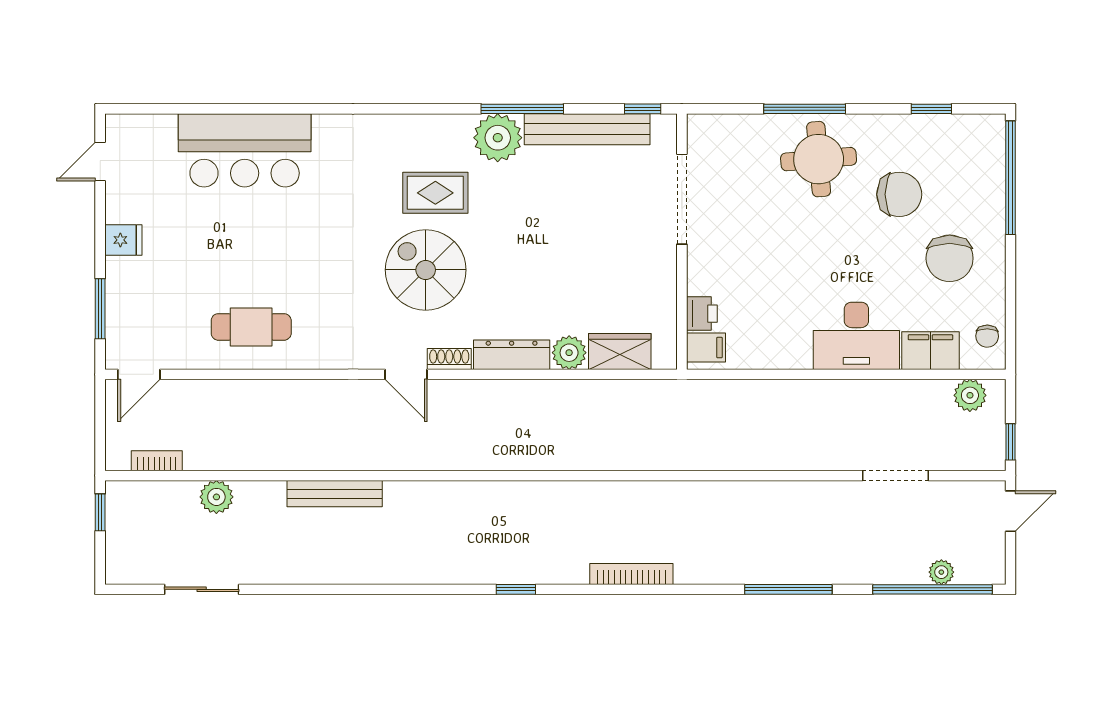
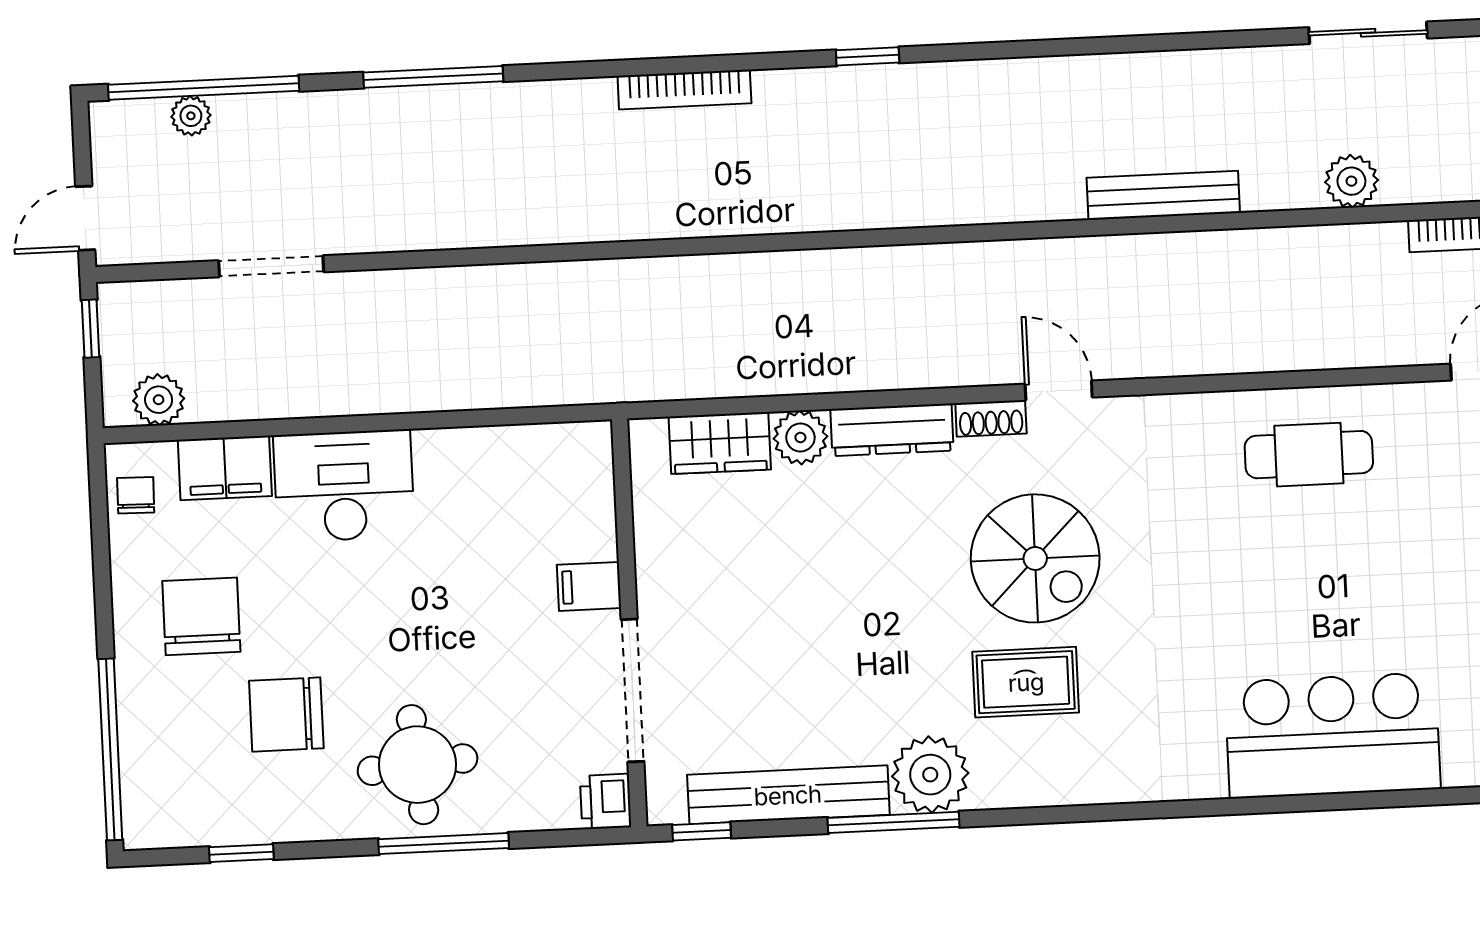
printer: (702, 314) -> (606, 801), moved
filing cabinet: (706, 348) -> (589, 586), moved

